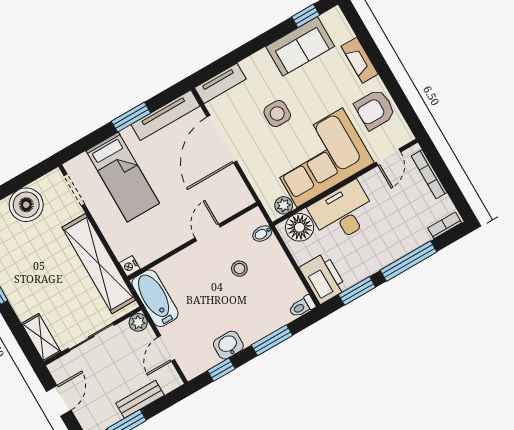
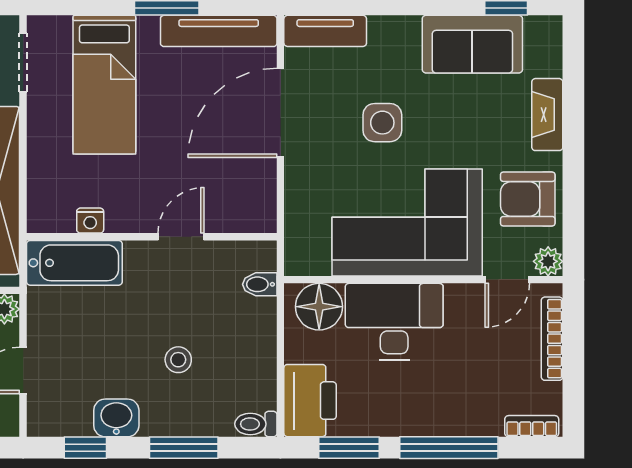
plant: (284, 205) -> (548, 261), moved
nightstand: (130, 266) -> (90, 221), moved, turned -90
stool: (239, 269) -> (178, 360), moved
bathtub: (155, 298) -> (74, 263), moved, turned 90

